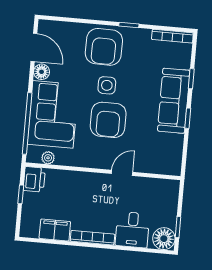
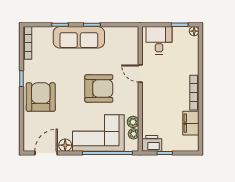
armchair: (104, 47) -> (41, 97), turned -91
side table: (107, 85) -> (71, 92), removed
plant: (63, 159) -> (133, 122), added
desk: (132, 230) -> (159, 40), moved, turned -90
floor lamp: (164, 239) -> (194, 31), width x0.53, depth x0.53

